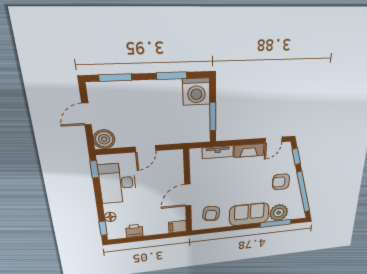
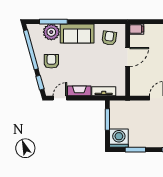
armchair: (281, 182) -> (51, 61), turned -90

